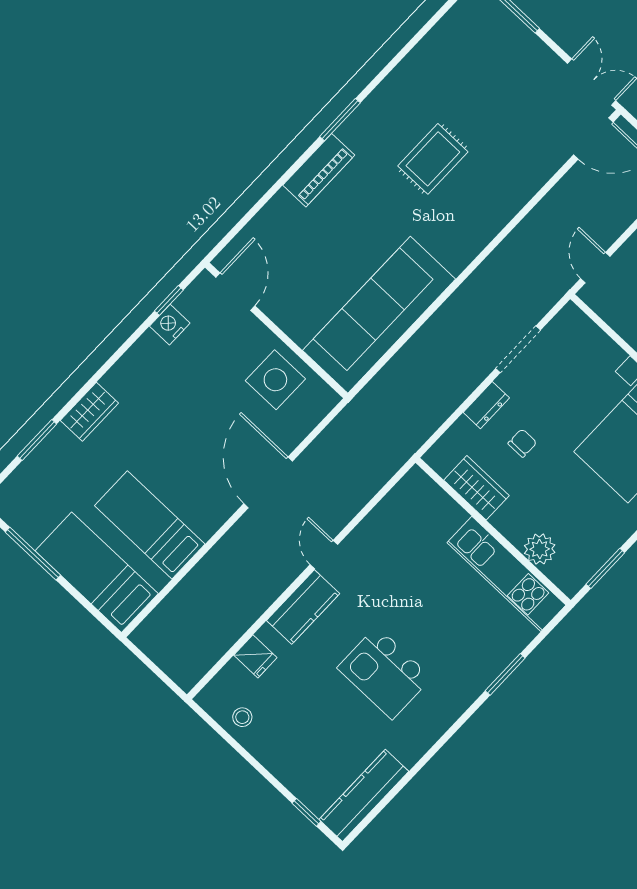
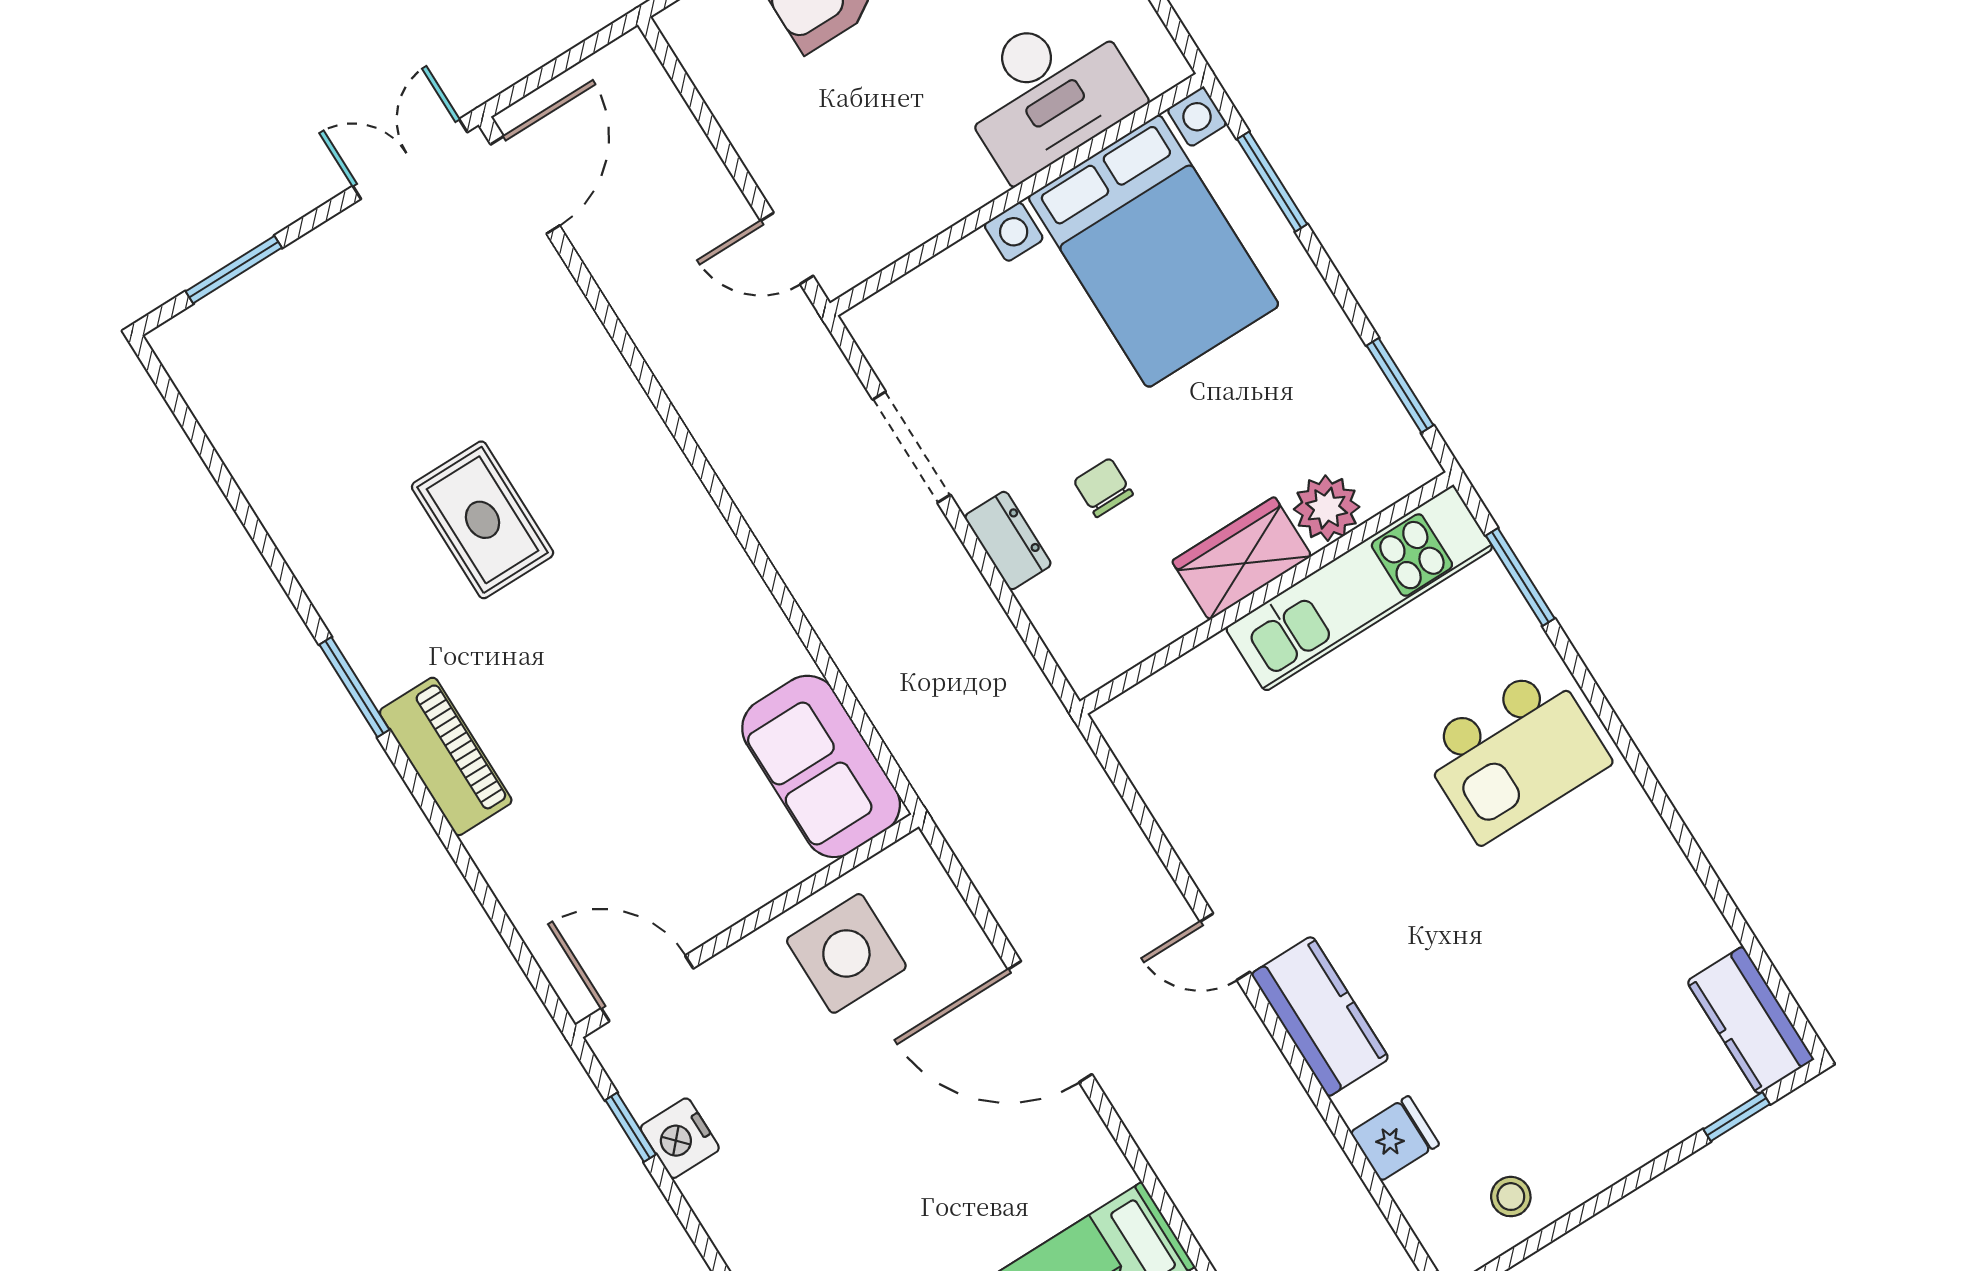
sofa: (379, 315) -> (821, 766), width x0.54, depth x0.79
wardrobe: (476, 488) -> (1242, 558), moved
kitchen island: (384, 673) -> (1515, 754), moved
window: (505, 674) -> (1520, 577), moved
kitchen counter: (364, 795) -> (1750, 1020), width x0.67

